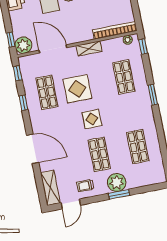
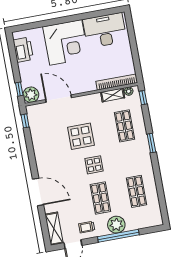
shelving: (89, 48) -> (113, 95), moved
shop shelf: (47, 92) -> (52, 139), removed
window: (23, 103) -> (30, 149), removed
window: (119, 194) -> (118, 236), width x2.11

